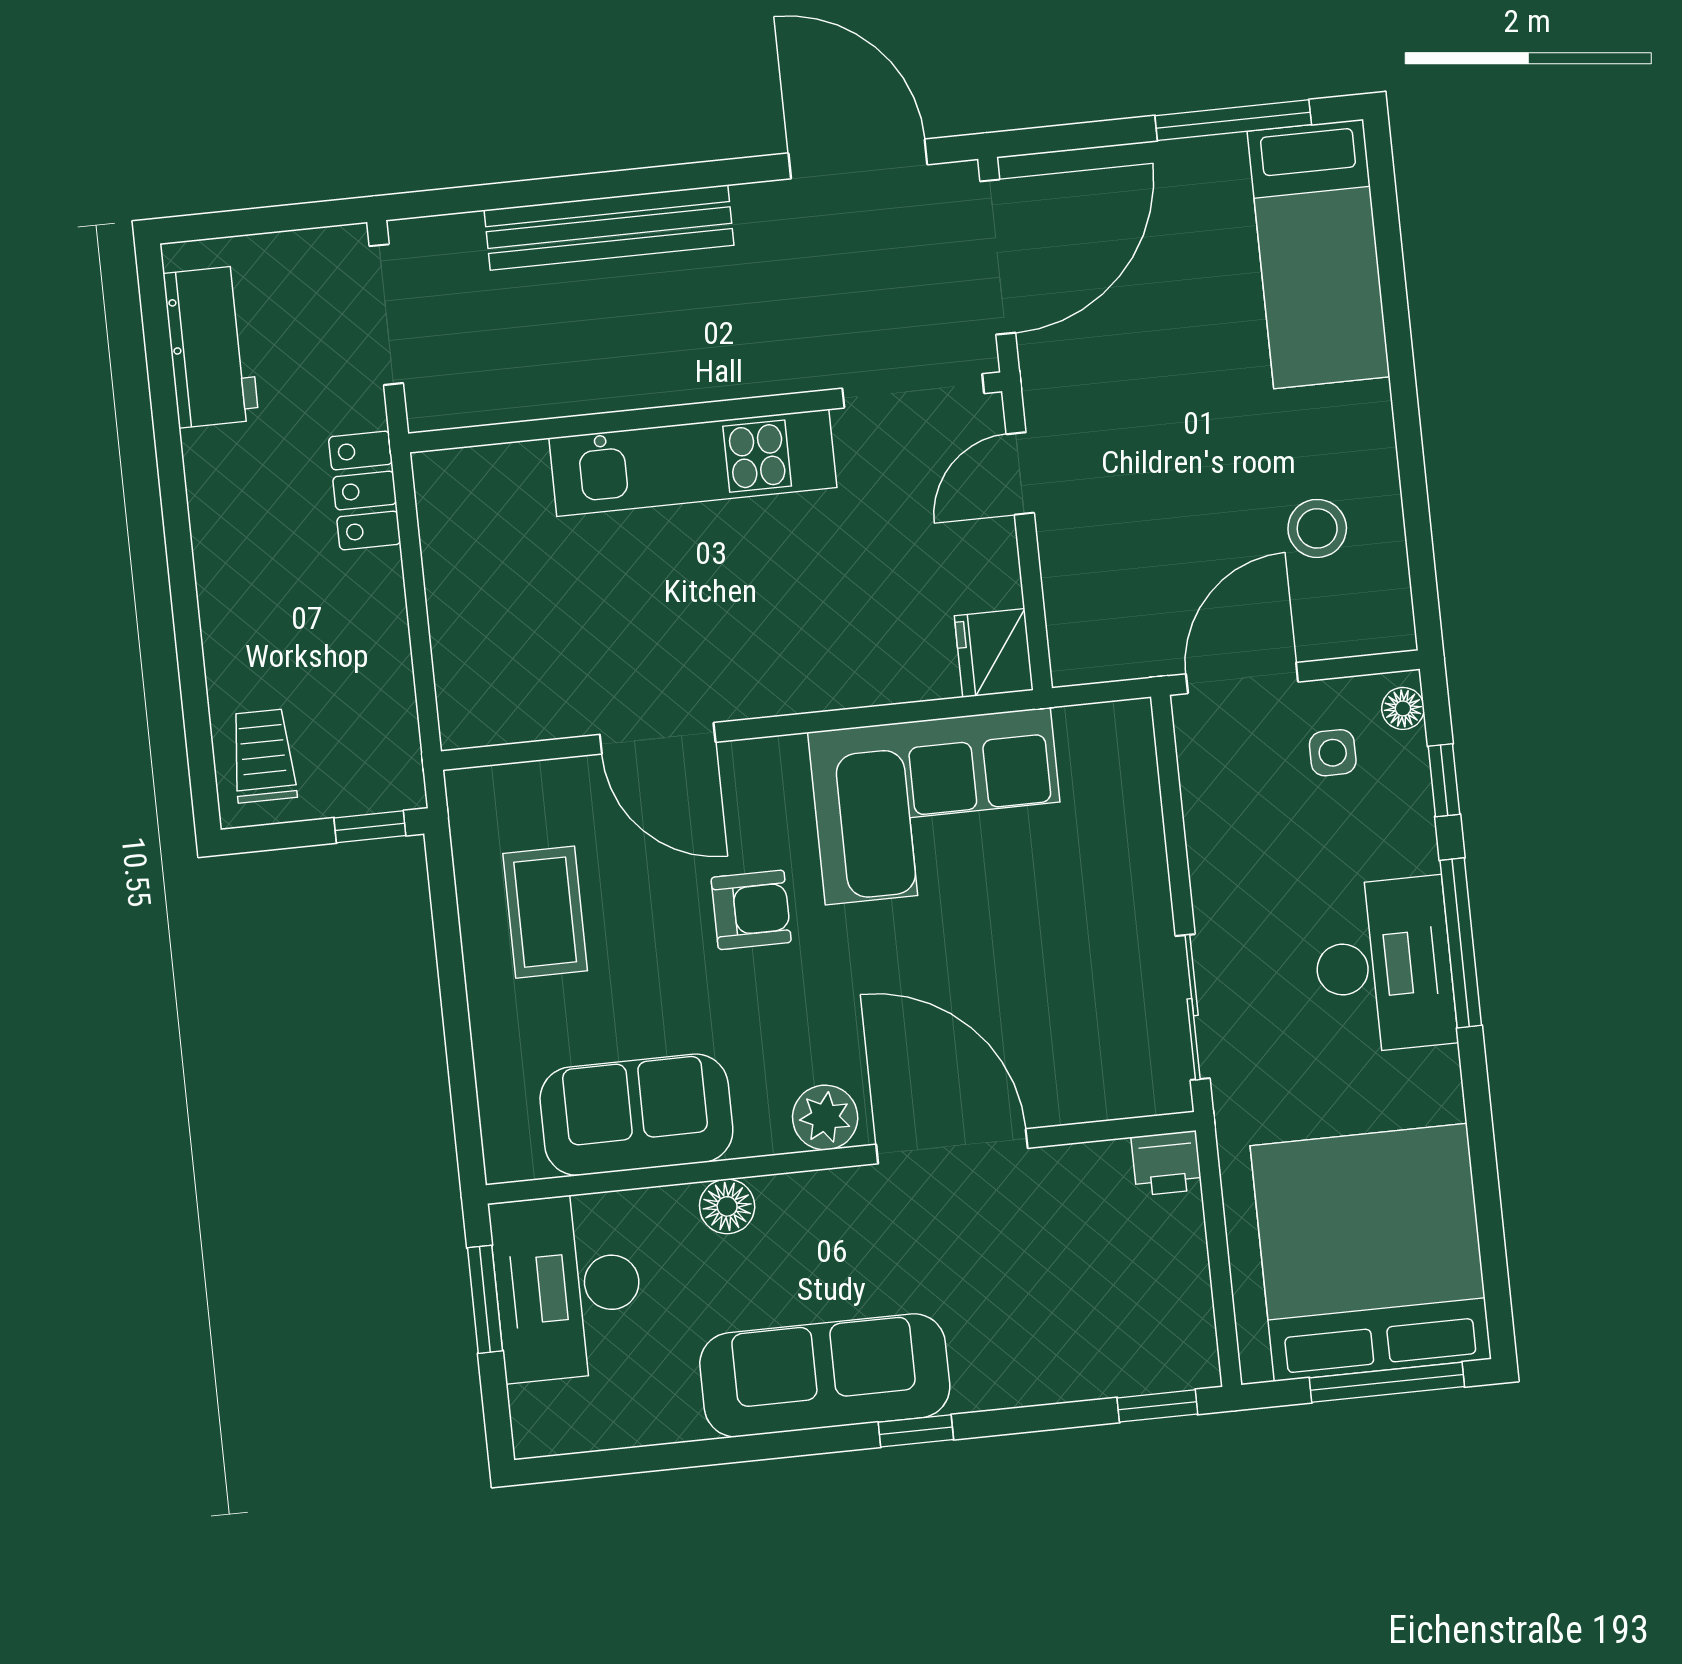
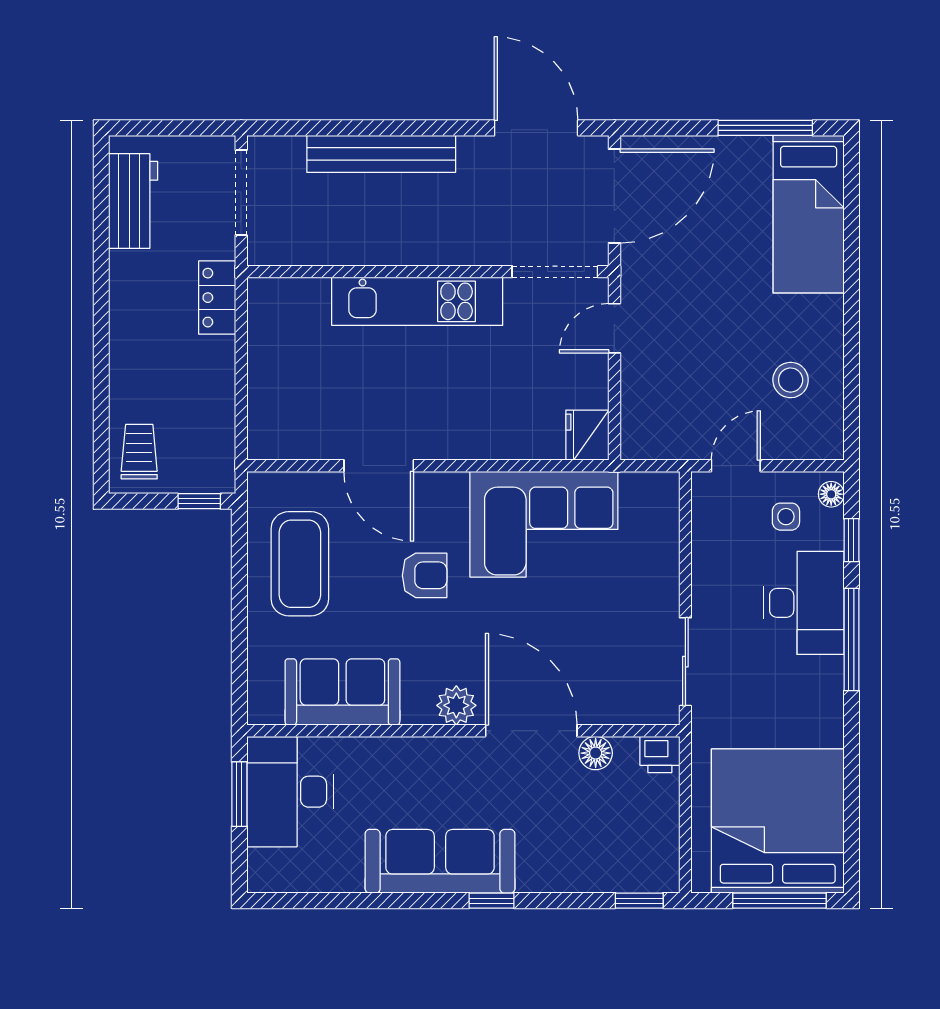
door: (1242, 678) -> (736, 466), width x0.73
coffee table: (545, 912) -> (300, 564), width x1.36, depth x1.32
desk: (1384, 965) -> (804, 603), moved
floor lamp: (727, 1206) -> (596, 753), moved

